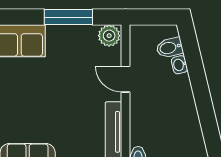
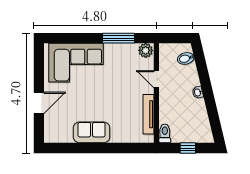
washbasin: (179, 65) -> (198, 92), moved

